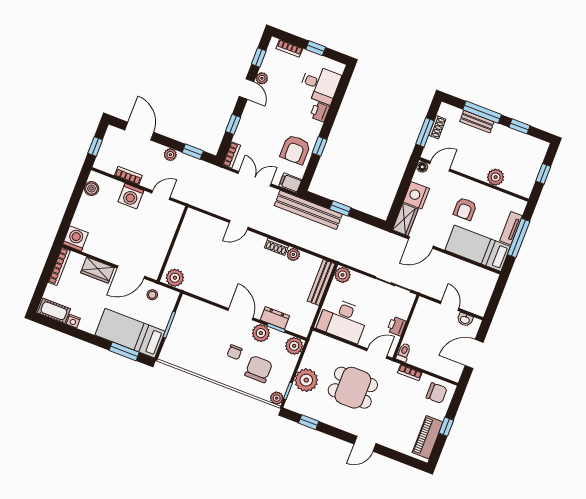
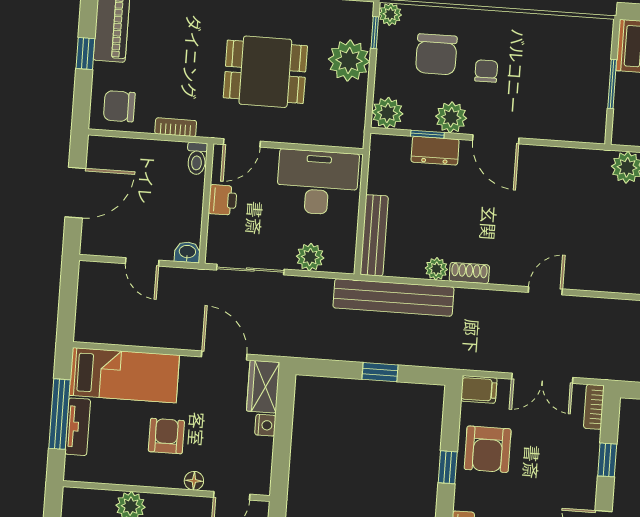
armchair: (295, 150) -> (488, 449), turned 180
floor lamp: (422, 167) -> (194, 481), moved
nightstand: (416, 195) -> (265, 425), width x0.53, depth x0.56
bench: (308, 210) -> (393, 297), moved
door: (421, 243) -> (224, 355), hinge flipped
plant: (343, 275) -> (310, 257), moved
washbasin: (465, 320) -> (187, 252), moved

